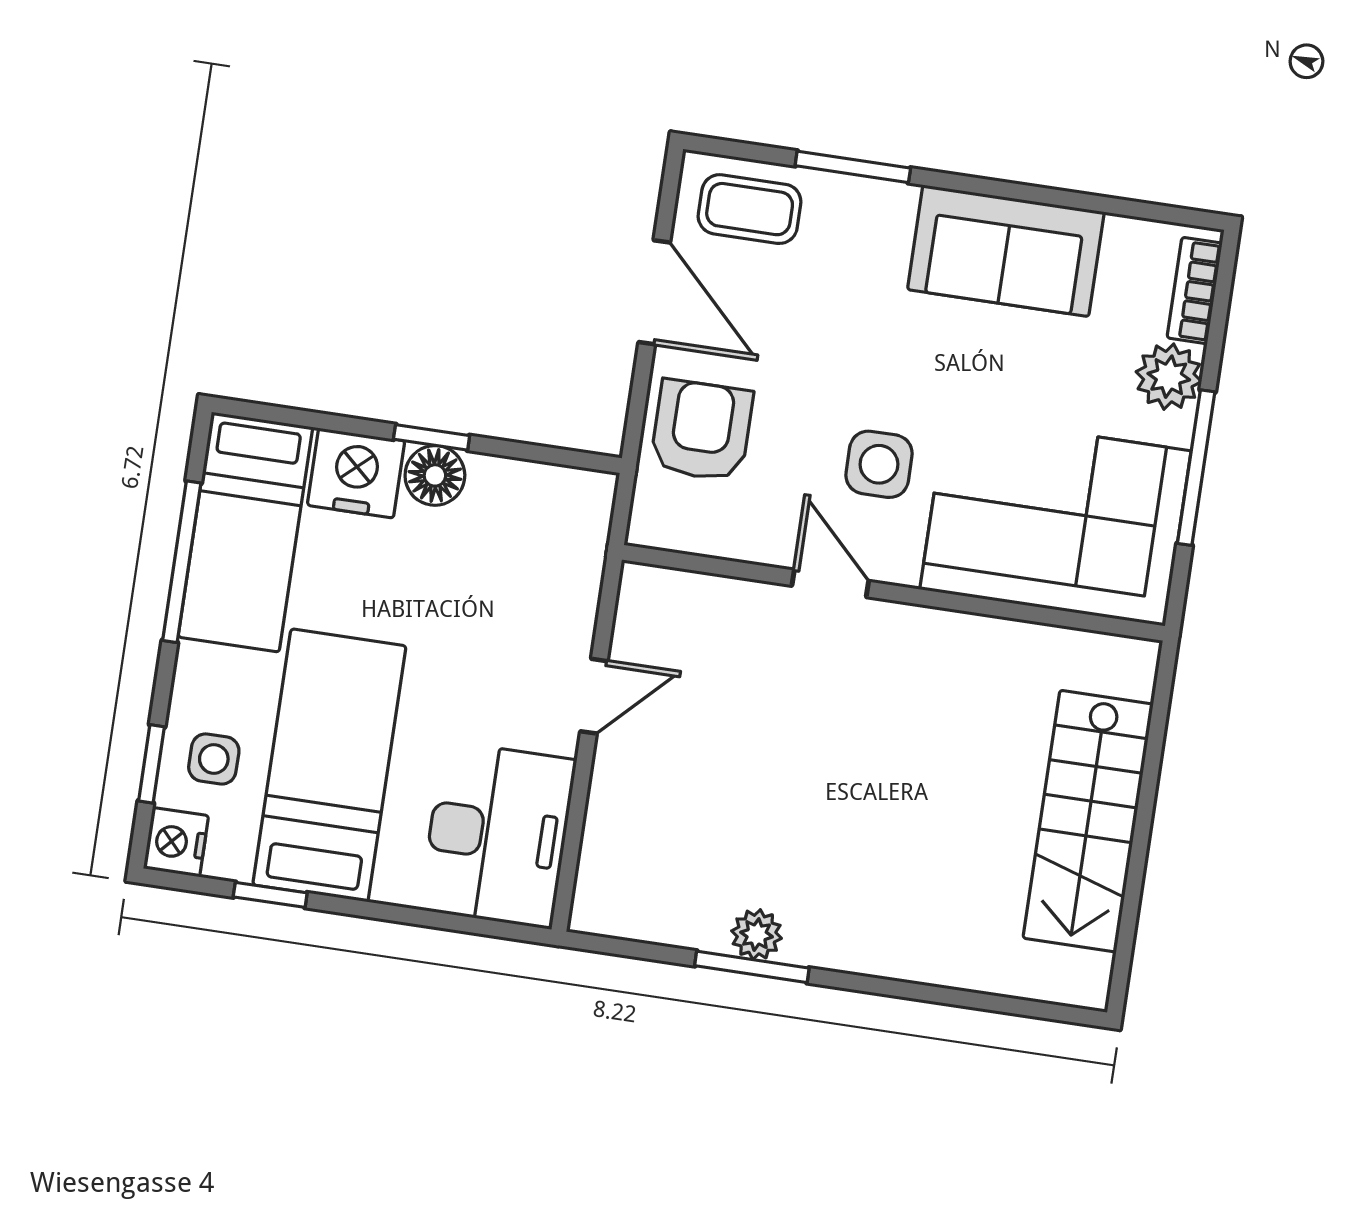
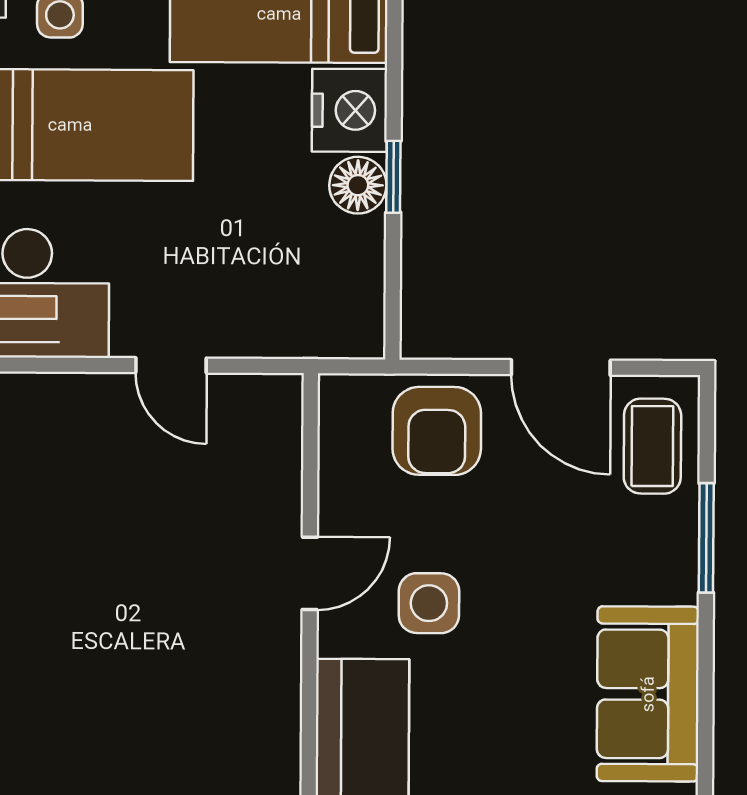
door: (654, 292) -> (561, 367), hinge flipped
armchair: (702, 430) -> (437, 431), turned 90

